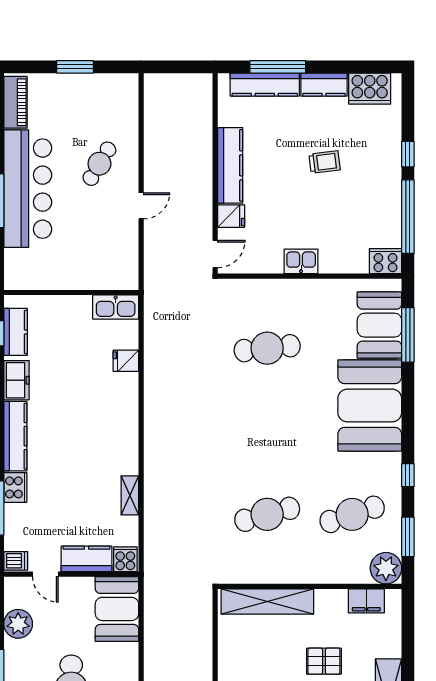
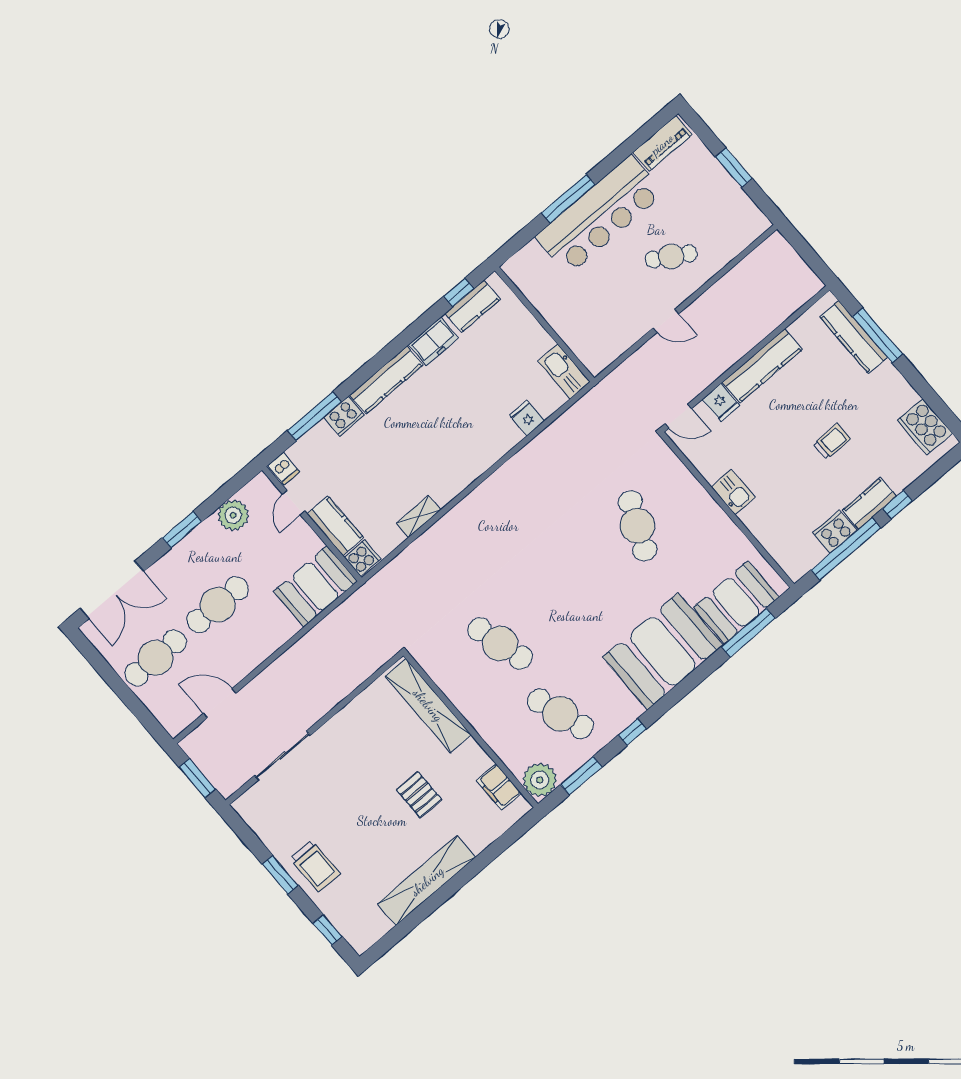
kitchen counter: (324, 85) -> (869, 503), moved, turned 90
trolley: (325, 162) -> (832, 441), turned -83
cooker: (385, 261) -> (835, 532), moved, turned -90
cafe table: (267, 348) -> (637, 526), turned 30

